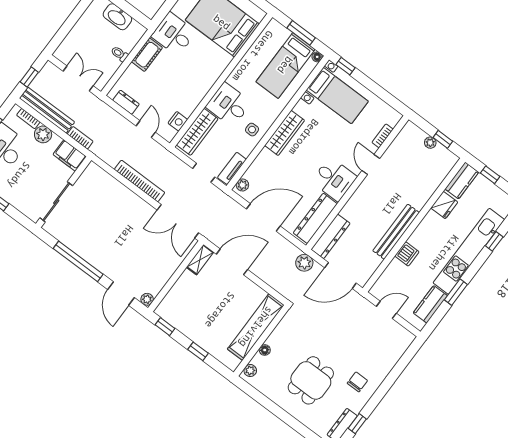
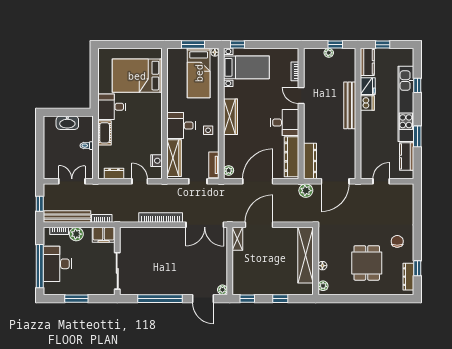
bench: (396, 232) -> (350, 105), moved
dishwasher: (407, 254) -> (367, 103), moved

